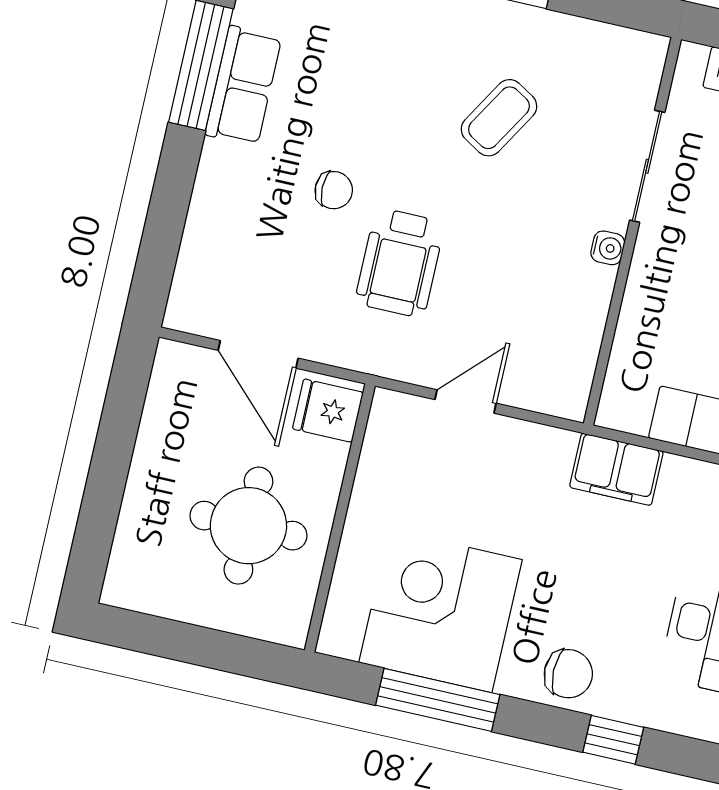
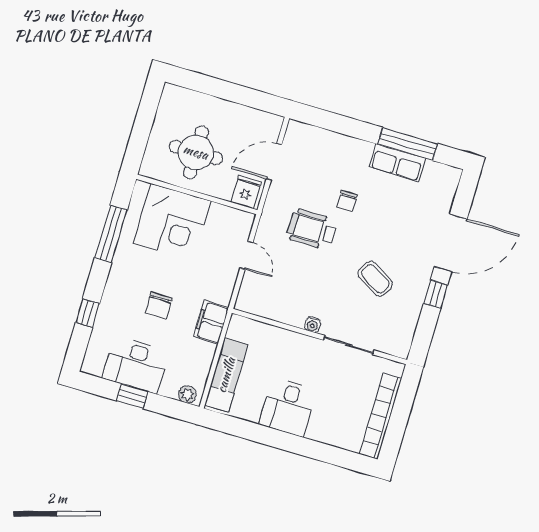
corner desk: (440, 611) -> (172, 222), moved, turned 90
chair: (568, 674) -> (159, 305), moved

